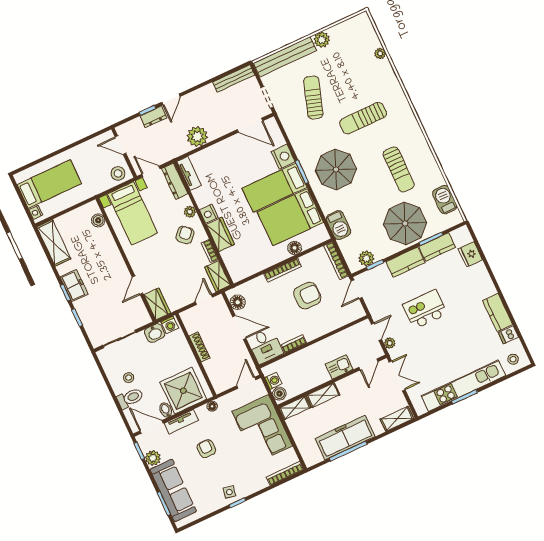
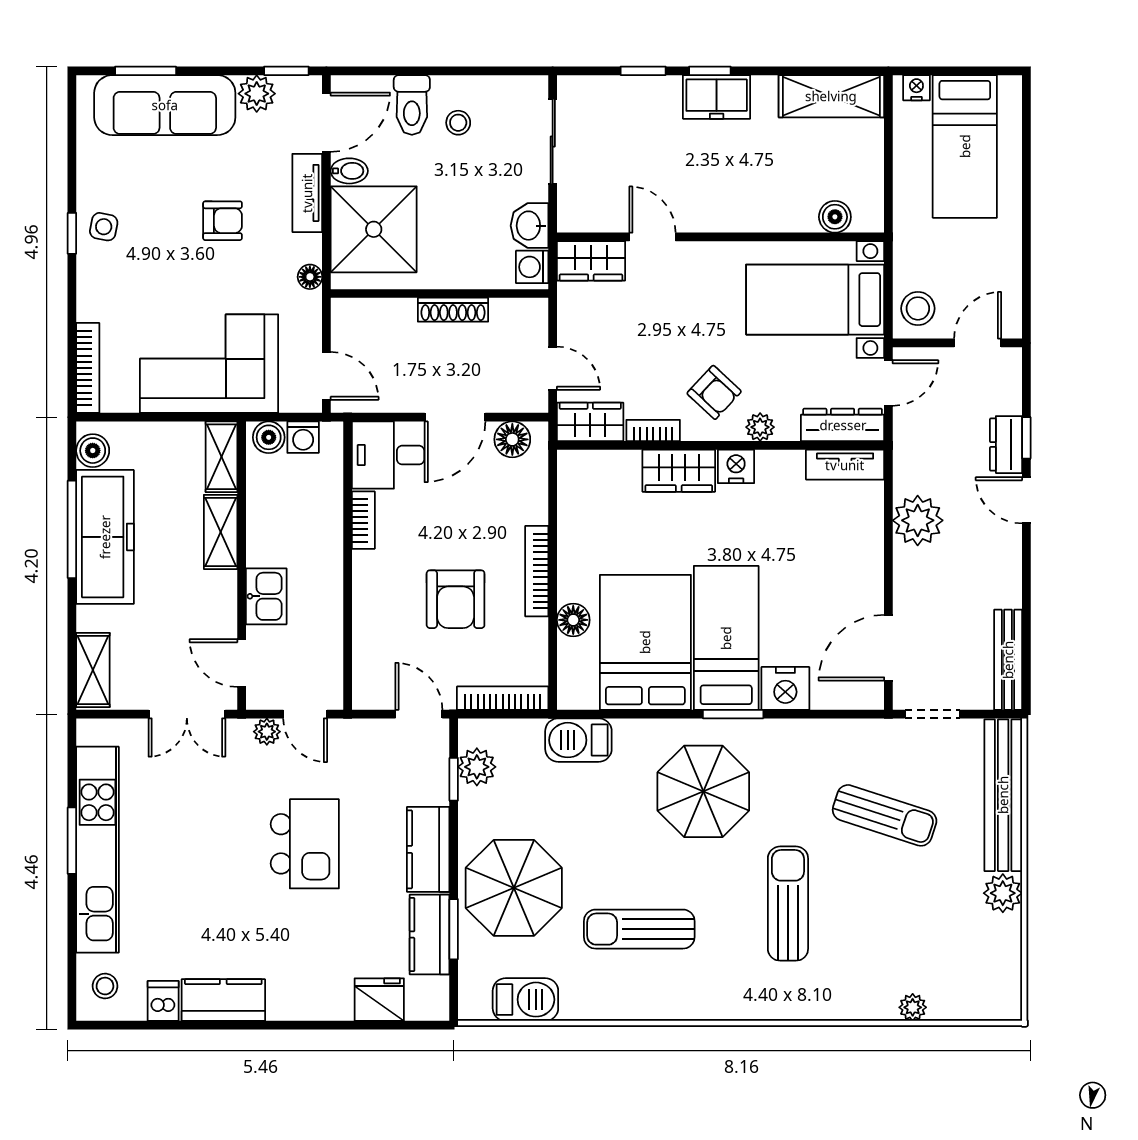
boiler: (315, 457) -> (93, 451), added

